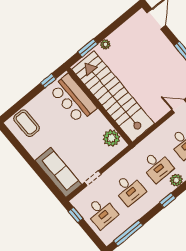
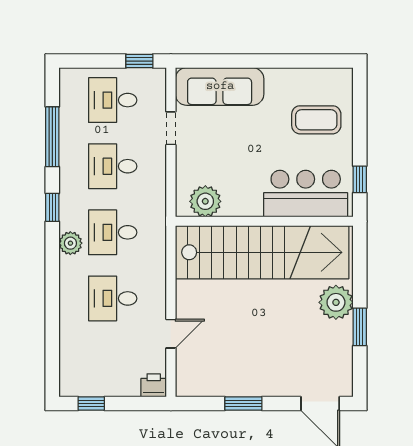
plant: (105, 44) -> (336, 302), width x1.87, depth x1.87
window: (88, 48) -> (360, 327), moved
coffee table: (26, 123) -> (316, 120), moved
window: (128, 233) -> (52, 137), moved

